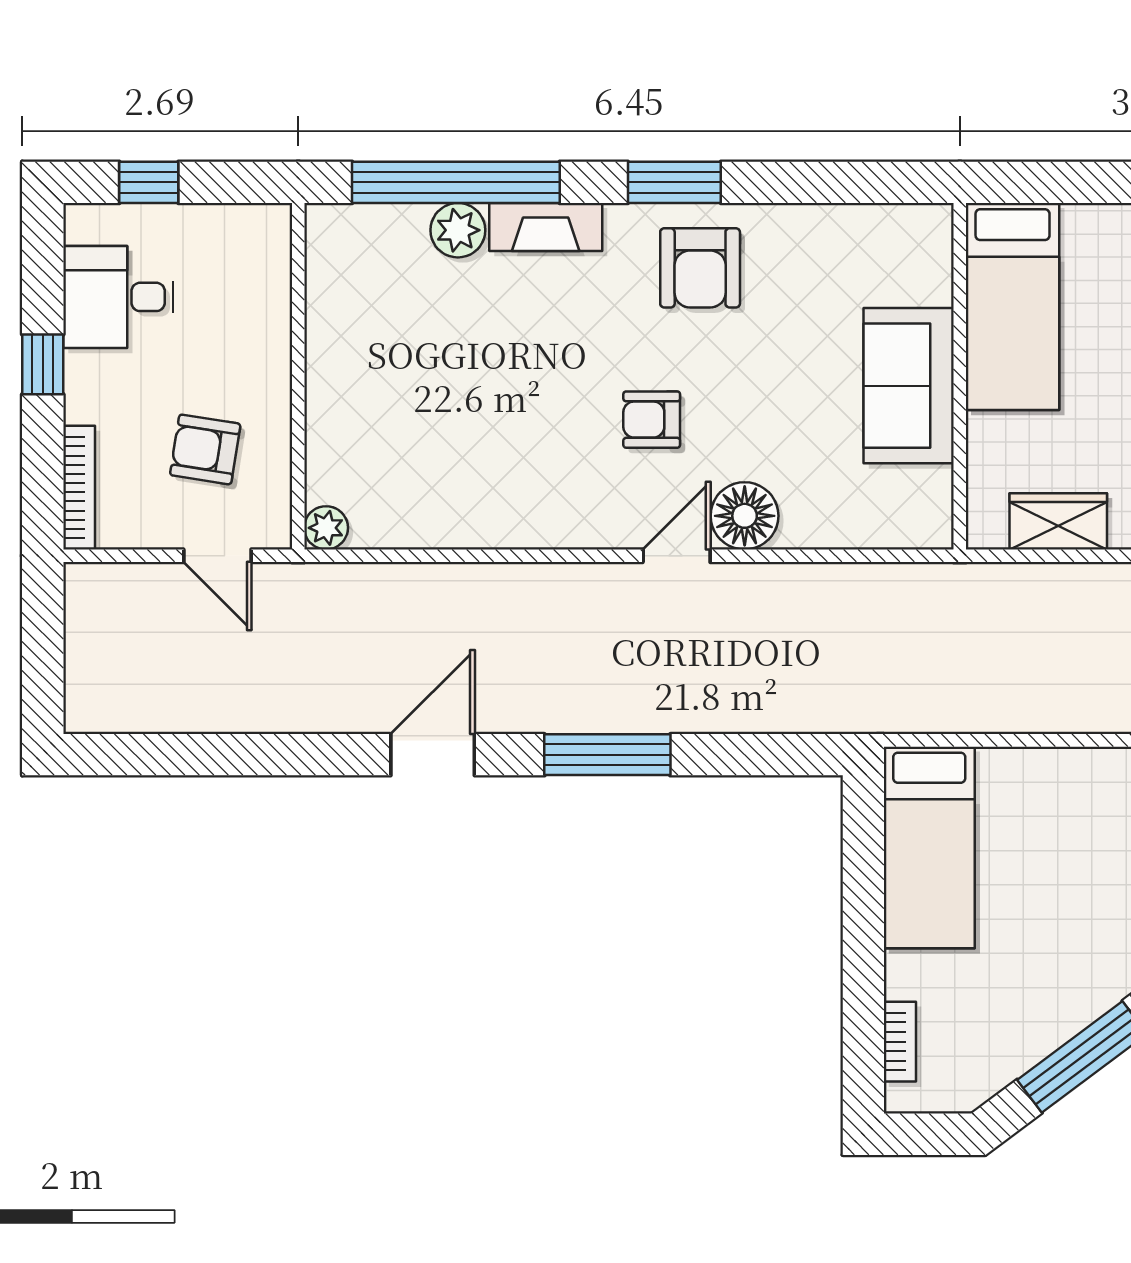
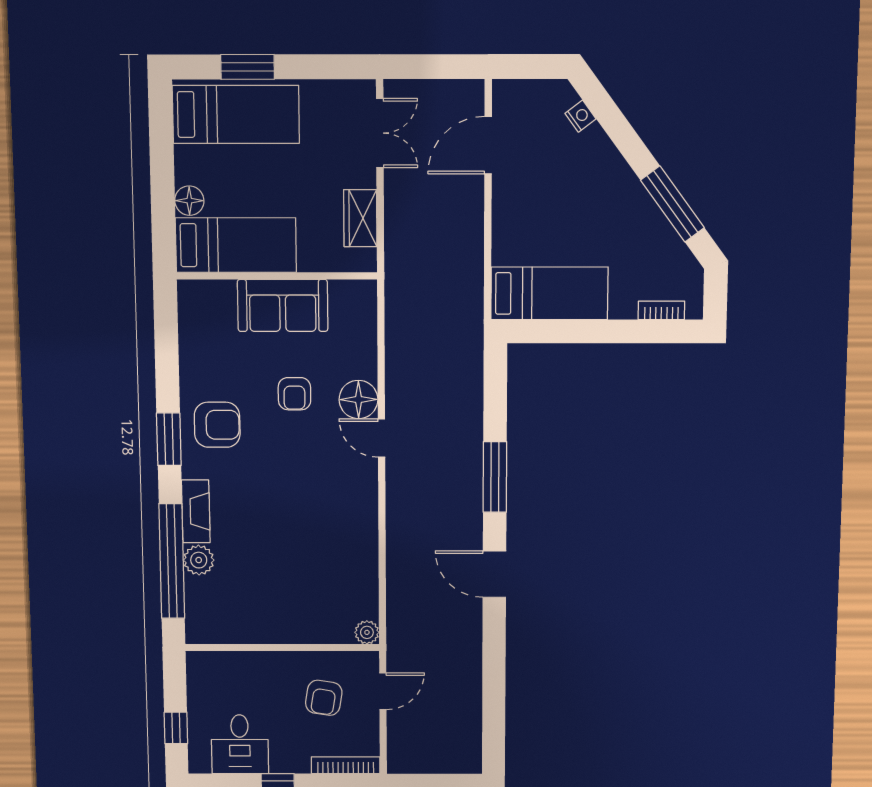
floor lamp: (1088, 228) -> (189, 201), added
armchair: (652, 420) -> (294, 394), moved

